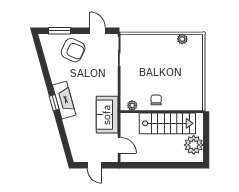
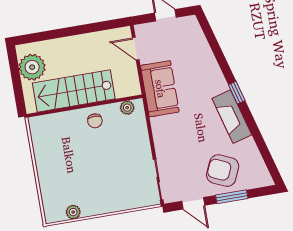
window: (60, 31) -> (232, 197), moved
fireplace: (64, 100) -> (232, 117), moved

